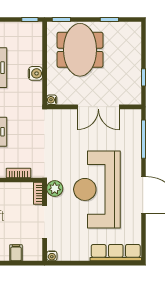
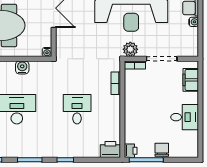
filing cabinet: (16, 253) -> (191, 80), width x2.00
water cooler: (52, 256) -> (194, 22), moved

